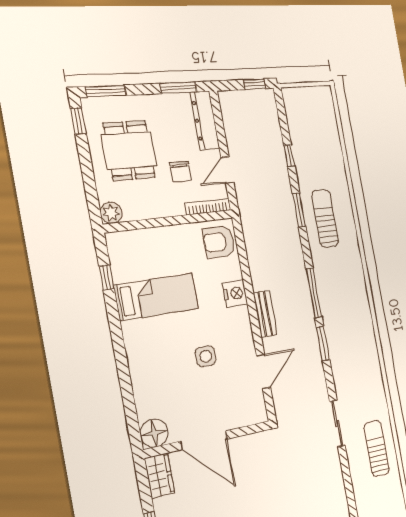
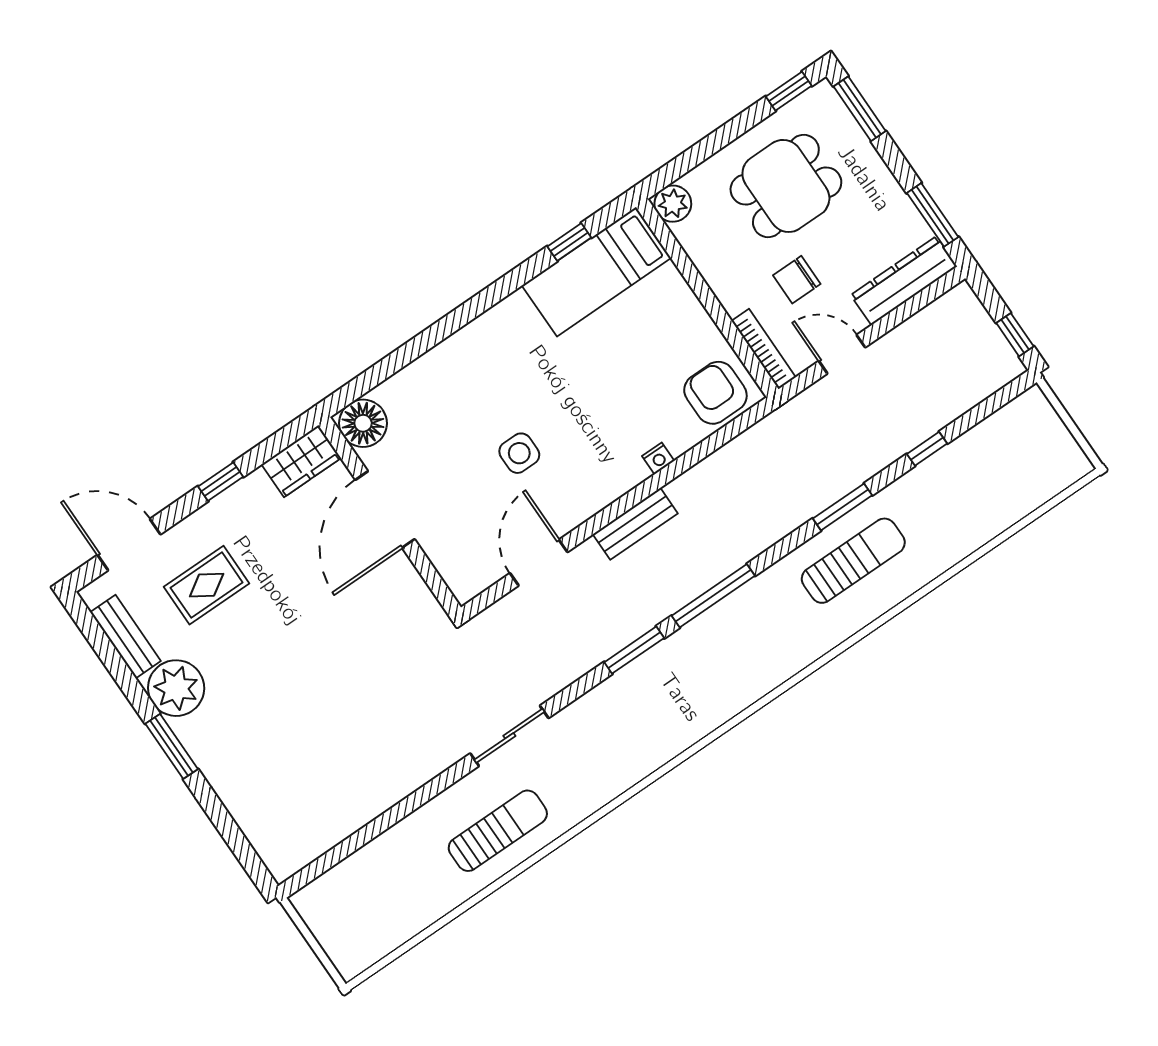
nightstand: (235, 293) -> (658, 458), width x0.53, depth x0.56
bed: (156, 297) -> (596, 272), moved, turned 90
door: (263, 371) -> (539, 563), swing flipped

